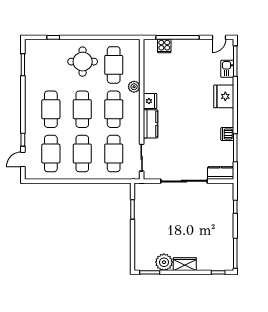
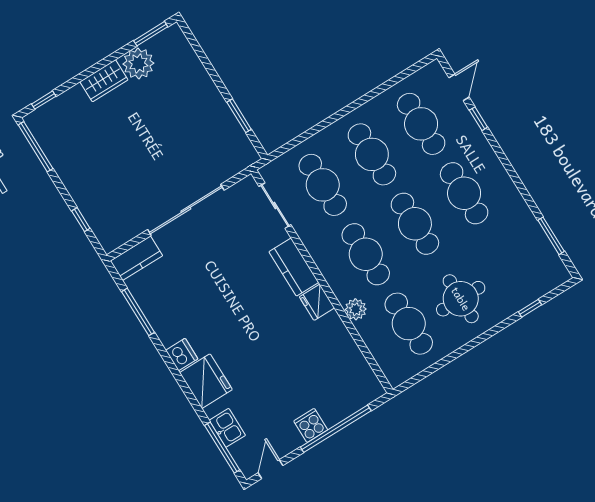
cooker: (164, 46) -> (311, 425), moved
dishwasher: (227, 134) -> (182, 355), moved

